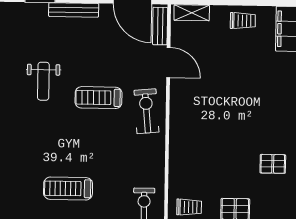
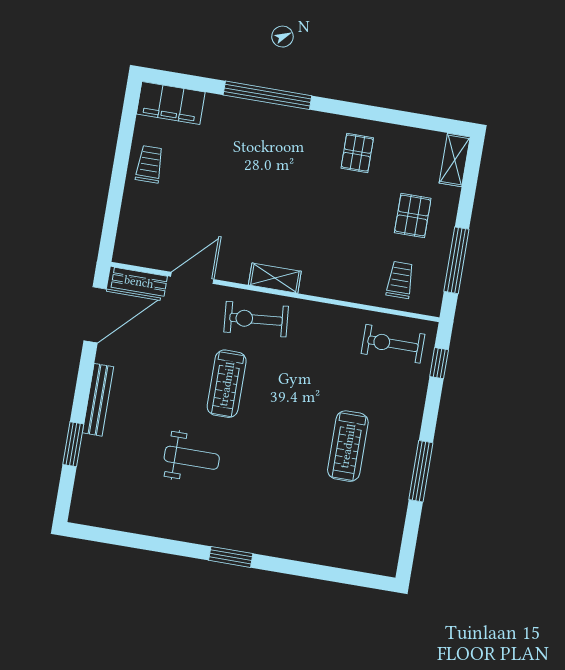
shelving: (192, 13) -> (275, 278), moved, turned 90

